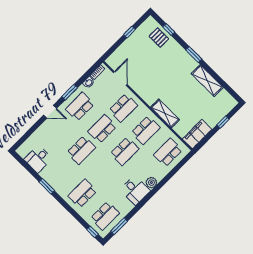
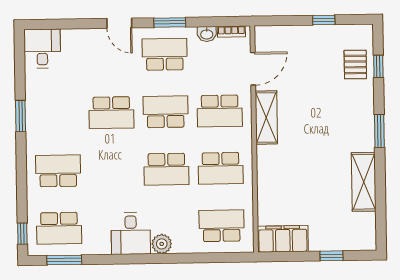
shelving: (165, 113) -> (266, 117), moved
desk: (38, 159) -> (42, 49), moved, turned 90

